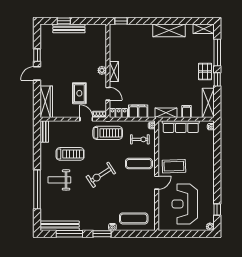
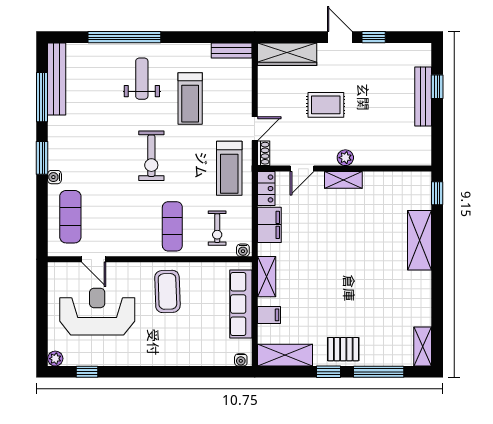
shelving: (169, 30) -> (420, 240), moved
rug: (79, 93) -> (326, 105), moved
exercise bike: (101, 175) -> (151, 156), turned -147
door: (157, 183) -> (94, 259), moved

